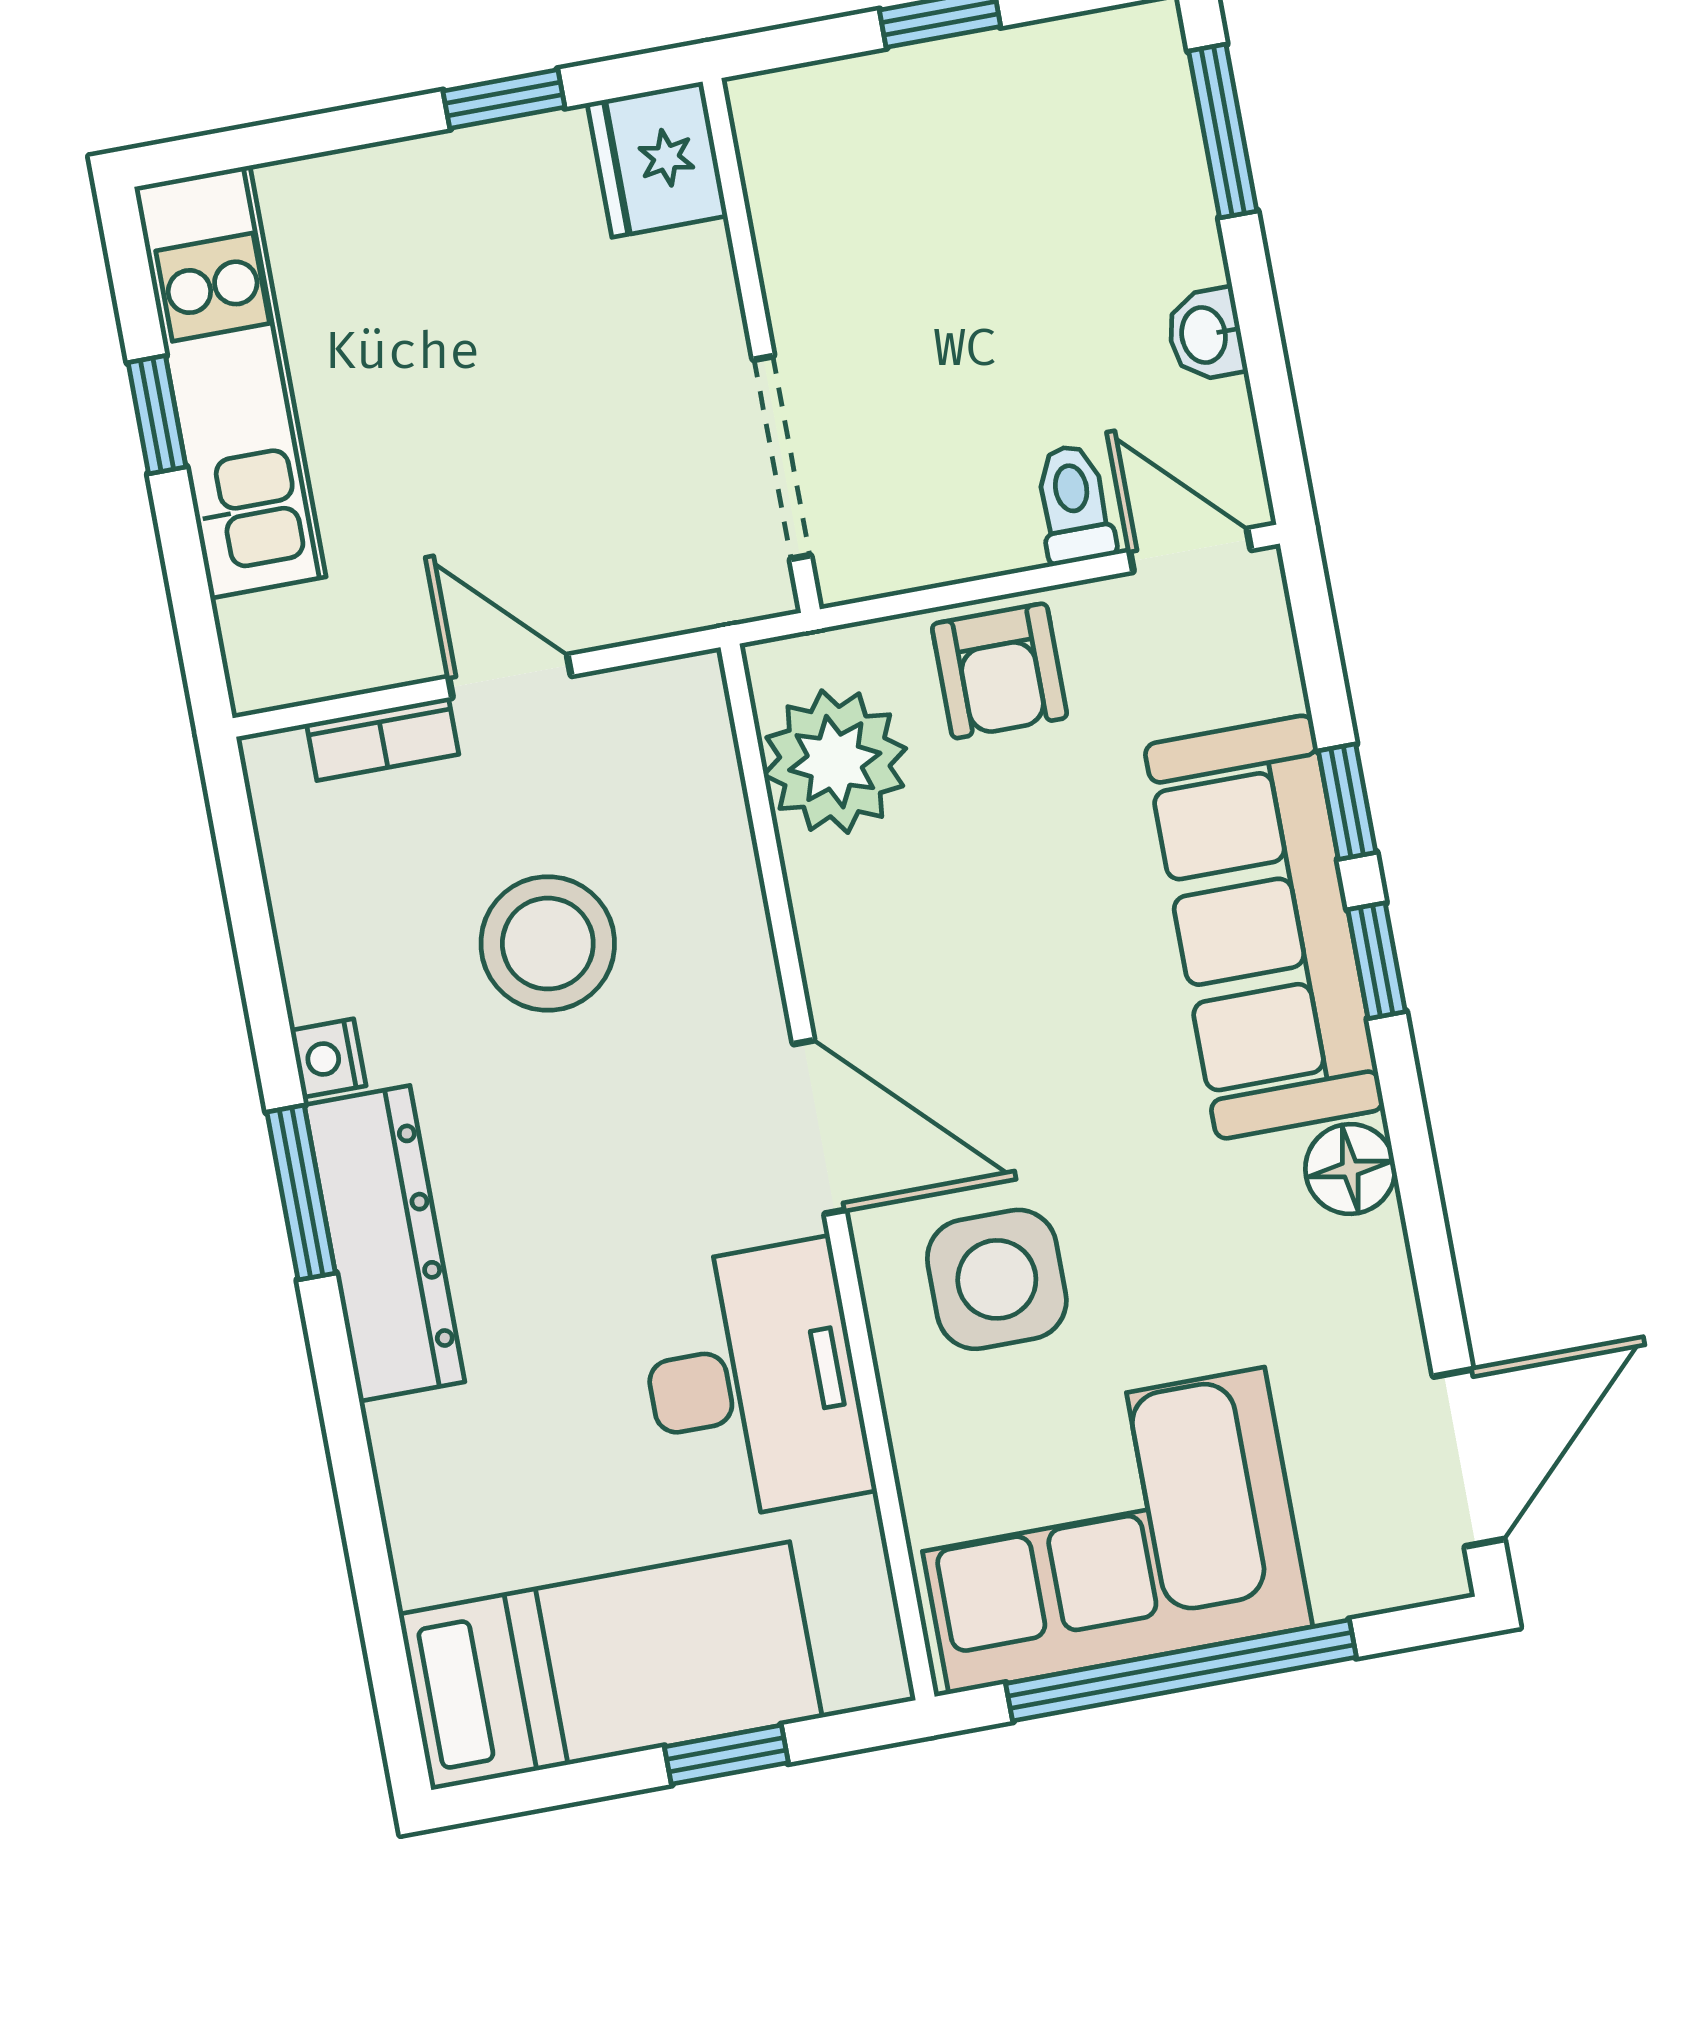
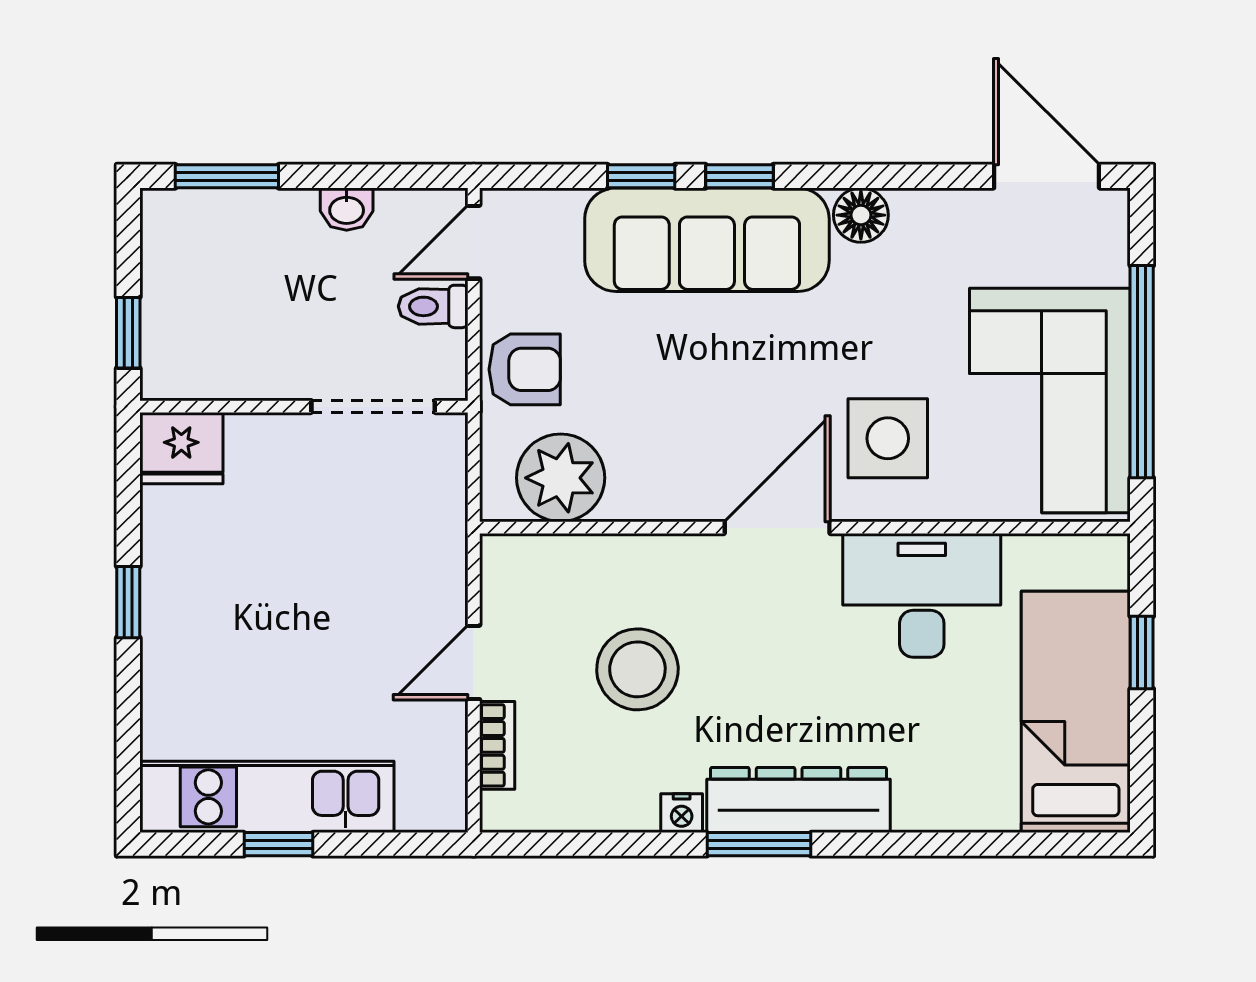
fridge: (657, 159) -> (181, 448), moved
wall: (761, 345) -> (304, 407), moved
doorway: (782, 457) -> (373, 407), moved

